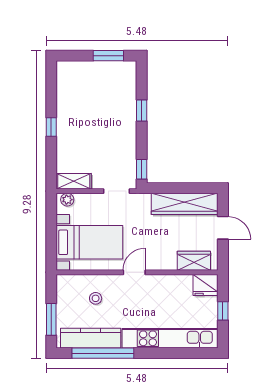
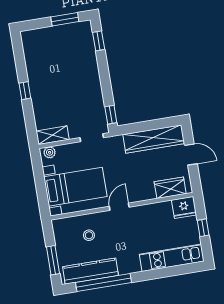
window: (142, 111) -> (99, 41), moved
kitchen unit: (170, 338) -> (172, 258), width x0.73

